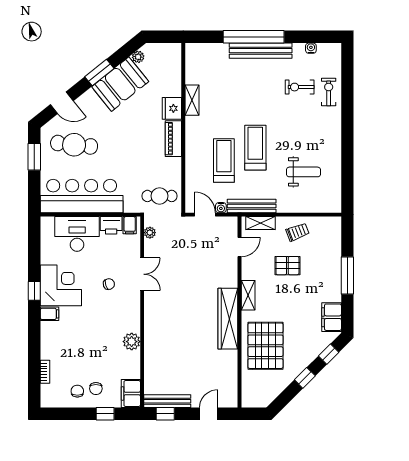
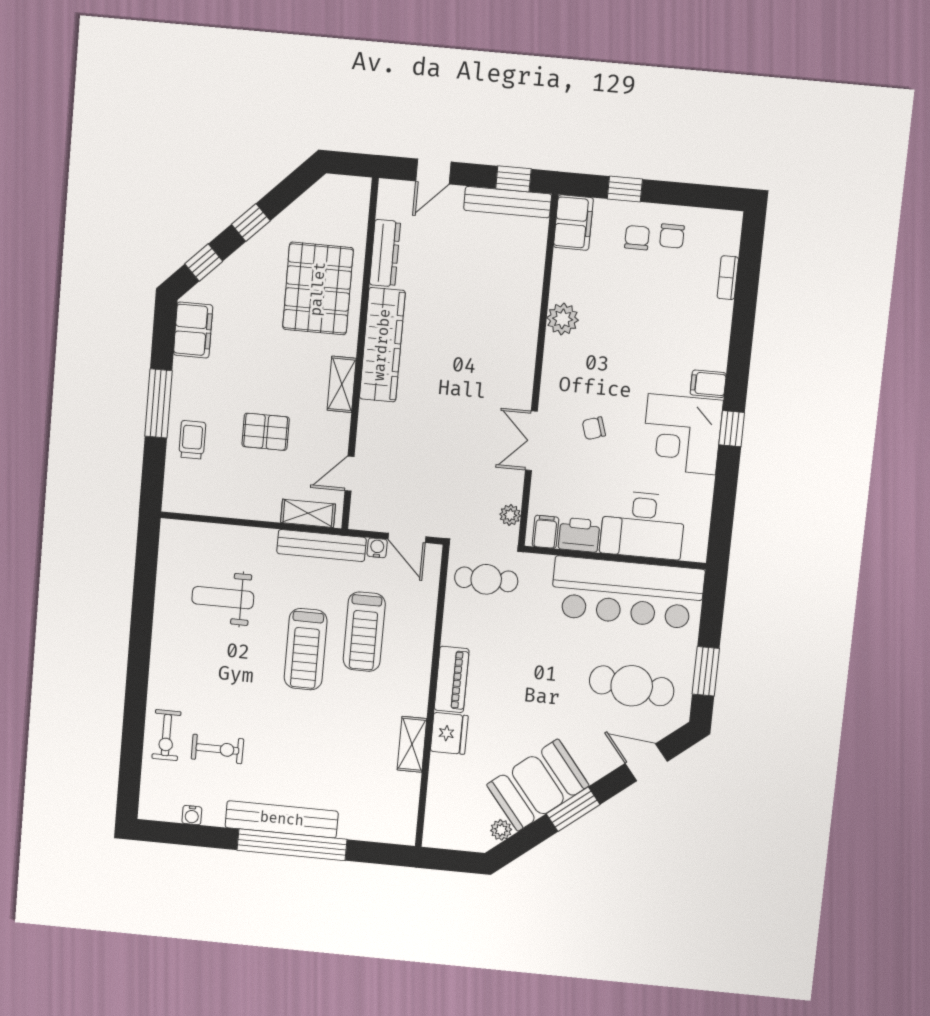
trolley: (298, 232) -> (192, 440), moved, turned 111
dresser: (231, 368) -> (385, 253), added

